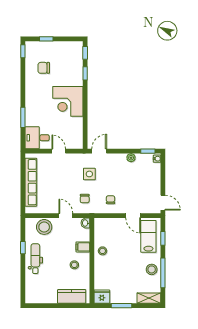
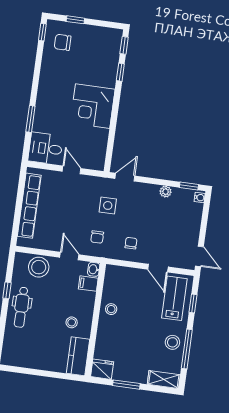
chair: (44, 68) -> (63, 42), moved
filing cabinet: (83, 247) -> (88, 284), moved
dental chair: (35, 259) -> (21, 307), turned 180
kitchen counter: (72, 296) -> (78, 356), moved, turned -90

